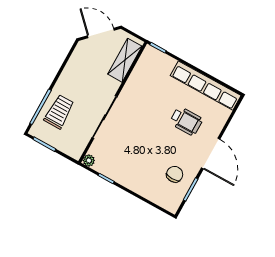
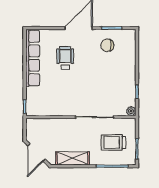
shelving: (125, 60) -> (73, 158), moved
trolley: (59, 112) -> (113, 142), moved

